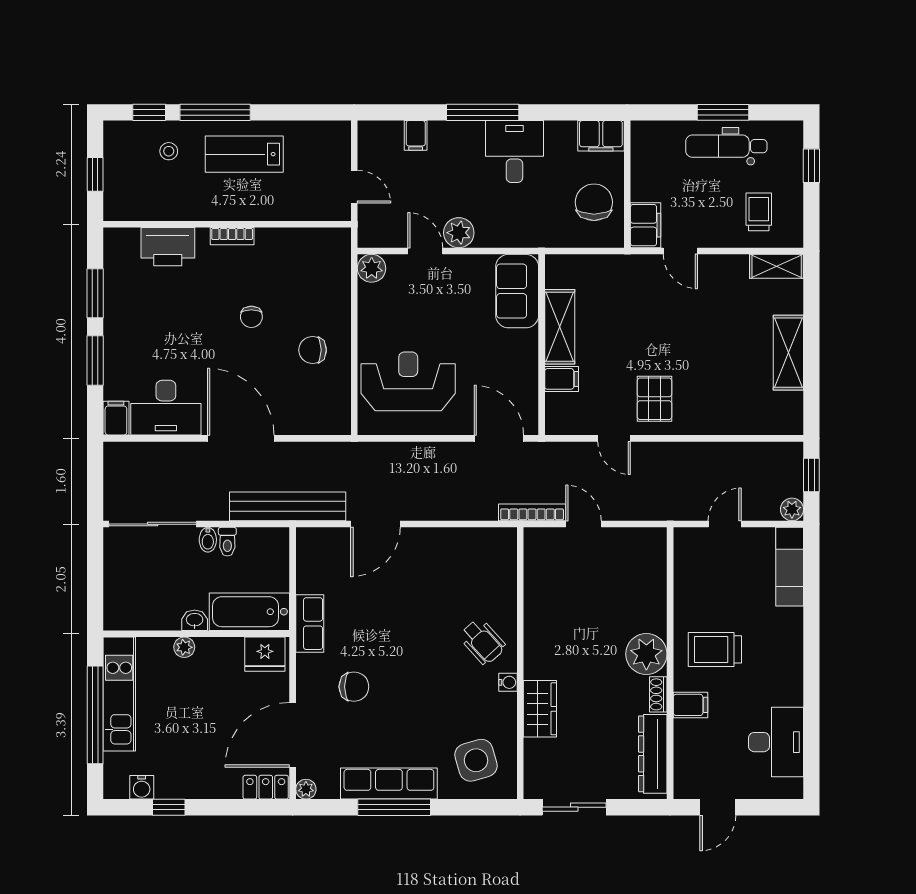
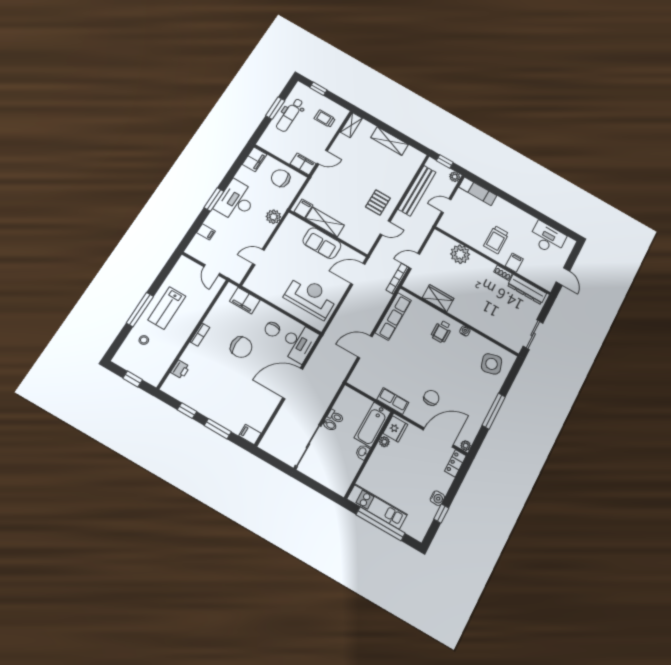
window: (149, 112) -> (121, 338), removed
window: (483, 112) -> (214, 199), width x0.69
desk: (514, 151) -> (236, 201), width x1.37
door: (354, 187) -> (212, 270), swing flipped
plant: (459, 233) -> (273, 217), moved
printer: (168, 247) -> (180, 369), width x0.53, depth x0.68
plant: (372, 268) -> (252, 284), removed
filing cabinet: (334, 274) -> (245, 301), added
sofa: (517, 291) -> (322, 243), moved
window: (95, 293) -> (187, 411), width x0.67
chair: (251, 317) -> (241, 347), width x1.87, depth x1.87
filing cabinet: (562, 379) -> (303, 208), moved
reception desk: (408, 381) -> (311, 297), turned 90
pallet: (654, 399) -> (378, 203), turned 90
desk: (166, 408) -> (299, 343), moved
bench: (288, 506) -> (417, 191), moved
door: (375, 524) -> (365, 347), swing flipped
door: (725, 524) -> (446, 206), hinge flipped
wheelchair: (482, 642) -> (442, 331), turned 132
plant: (184, 647) -> (384, 442), moved
plant: (646, 654) -> (460, 254), moved
wardrobe: (540, 709) -> (438, 298), moved
door: (293, 735) -> (438, 437), swing flipped
row of seats: (389, 784) -> (393, 317), moved, turned 180
water cooler: (142, 787) -> (437, 498), moved

